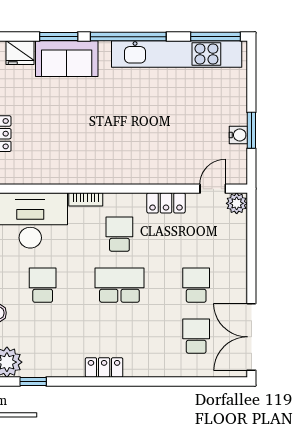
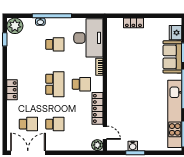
locker: (166, 203) -> (97, 108), width x1.53
locker: (104, 367) -> (12, 90), moved

